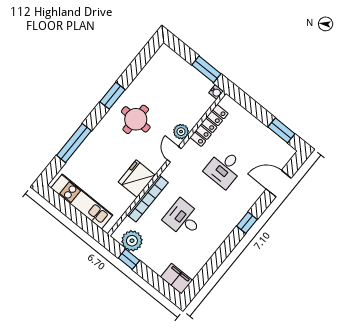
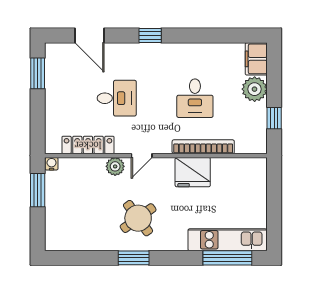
round table: (136, 119) -> (138, 218), turned -37
window: (74, 143) -> (227, 258), moved
kitchen unit: (82, 201) -> (227, 240), moved, turned 90
plant: (132, 241) -> (255, 89), moved

